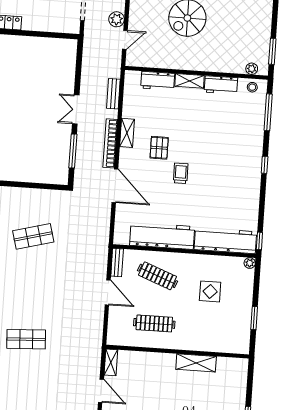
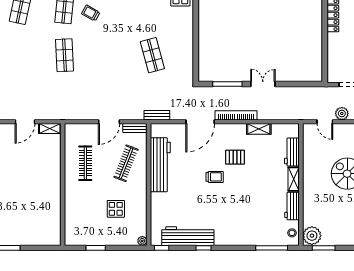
plant: (252, 69) -> (312, 236), width x1.88, depth x1.88
bench: (113, 94) -> (157, 115), moved
shelving: (127, 133) -> (259, 129), moved
window: (265, 165) -> (203, 248), moved
workbench: (225, 241) -> (188, 236), moved, turned -90
shelving: (196, 363) -> (54, 201), removed

